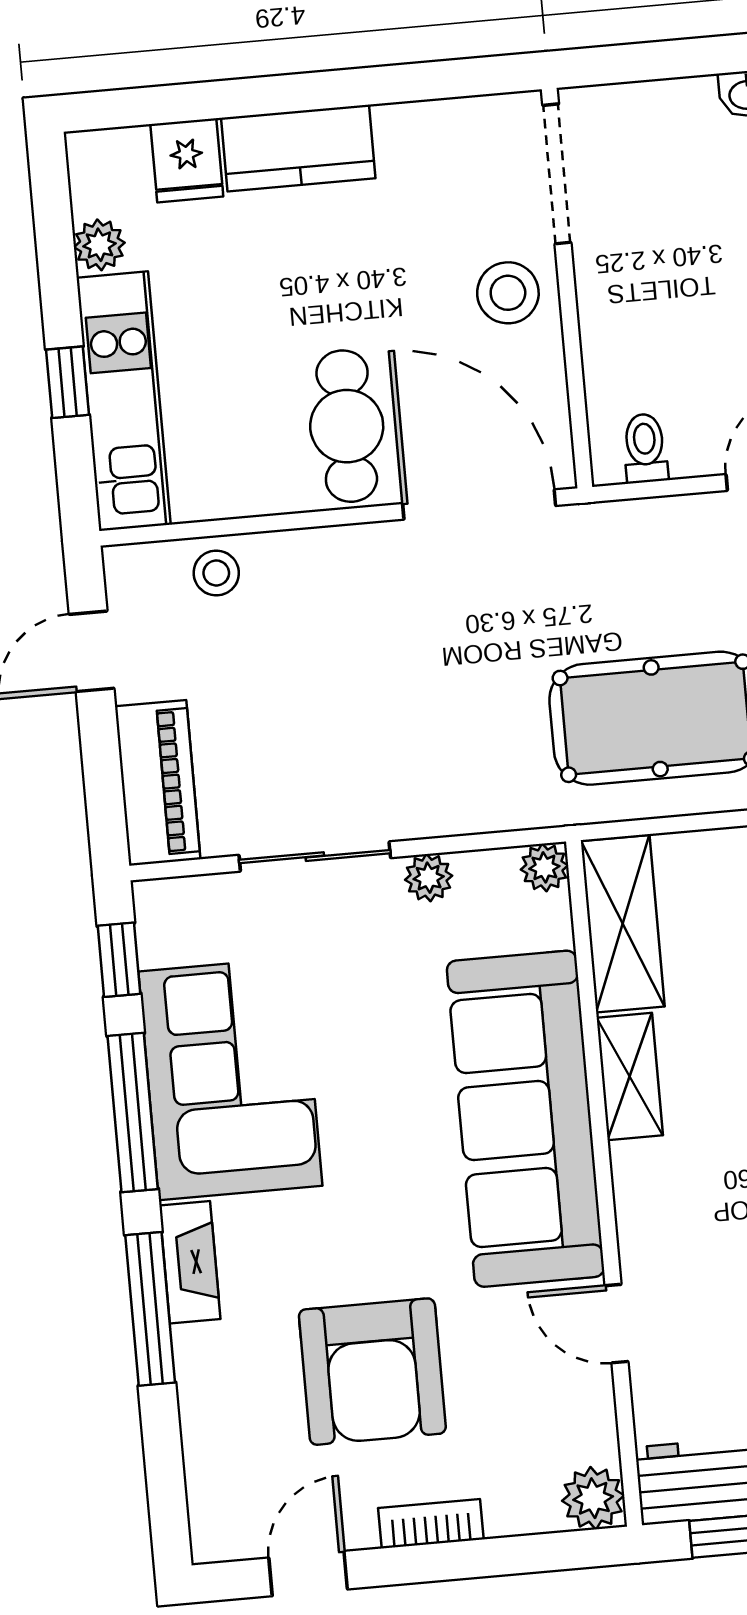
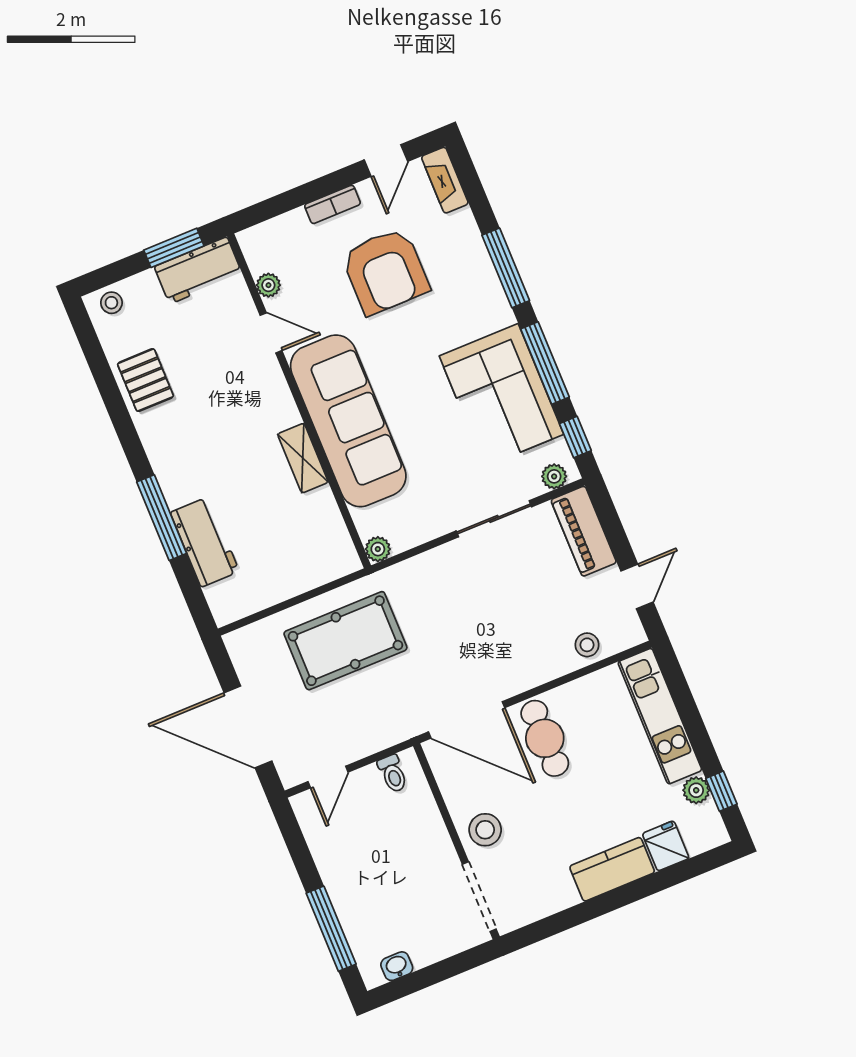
window: (67, 382) -> (721, 791), moved
plant: (429, 878) -> (554, 476), moved
shelving: (623, 924) -> (330, 533), removed
fireplace: (190, 1262) -> (445, 180), moved
armchair: (372, 1372) -> (385, 271), turned 180
plant: (593, 1498) -> (268, 285), moved, width x0.73, depth x0.73

